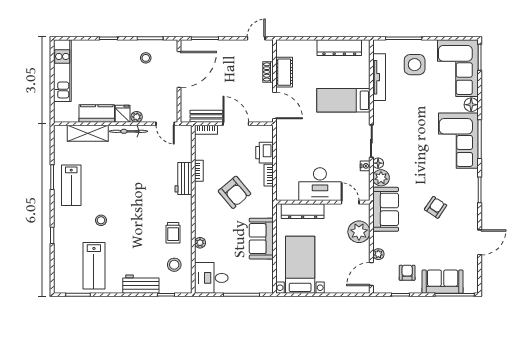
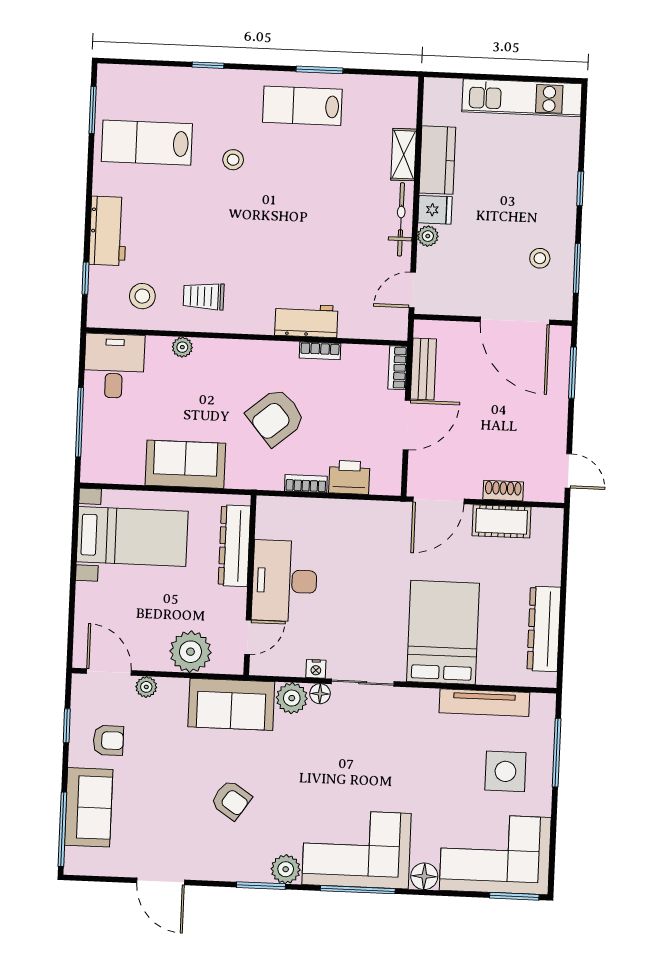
bed: (343, 100) -> (443, 632), width x1.50
shelving: (88, 133) -> (404, 155), width x0.67, depth x0.75
plant: (471, 177) -> (286, 869), added

